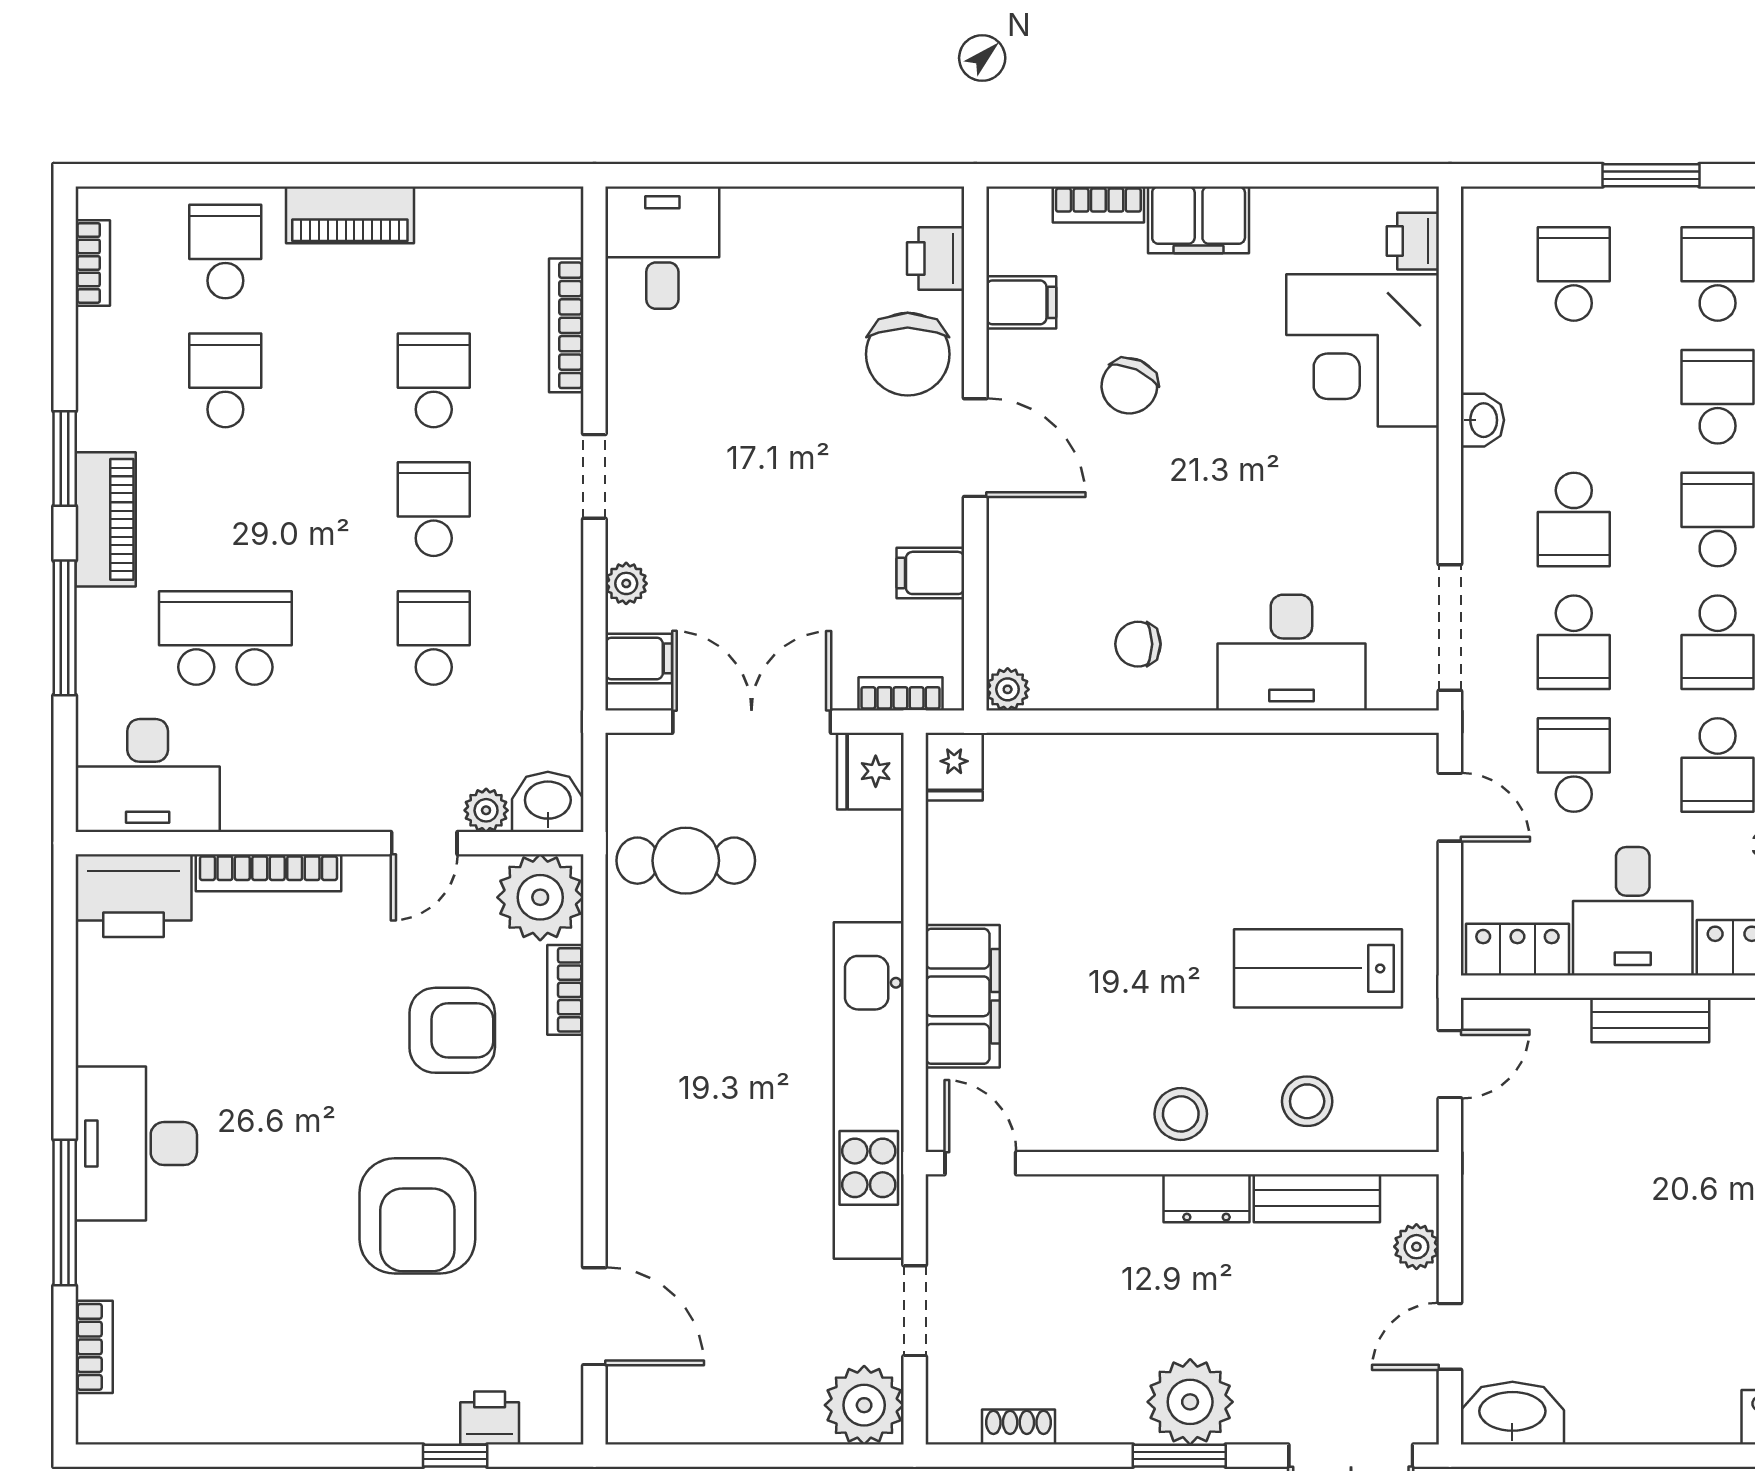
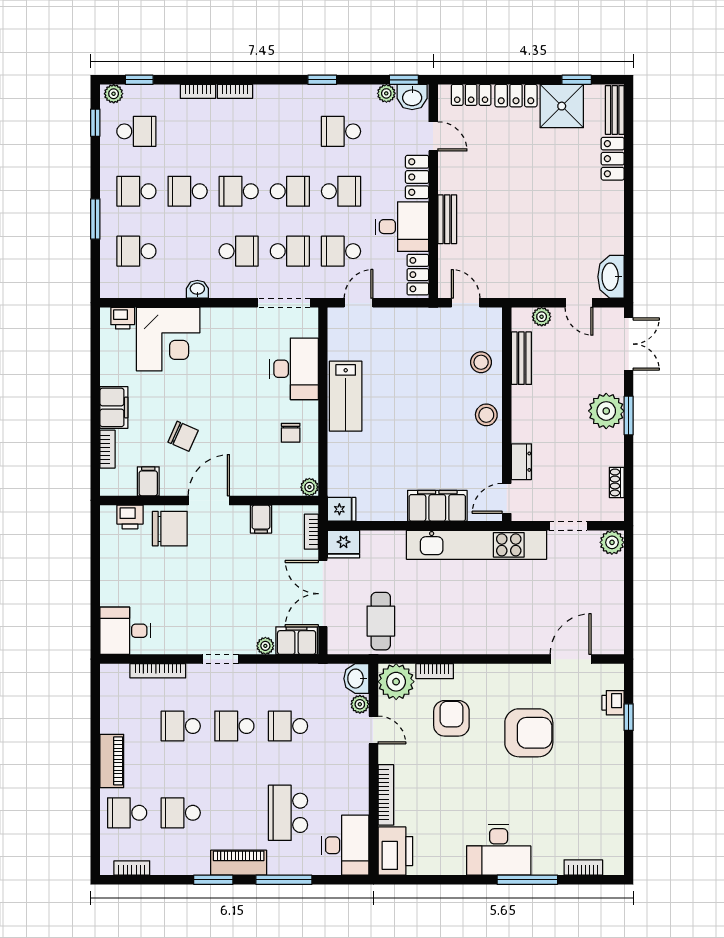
filing cabinet: (639, 658) -> (297, 641), width x2.00
lab bench: (1318, 968) -> (346, 396), moved
dresser: (1207, 1198) -> (521, 462), moved
plant: (864, 1405) -> (612, 542), width x0.73, depth x0.73

